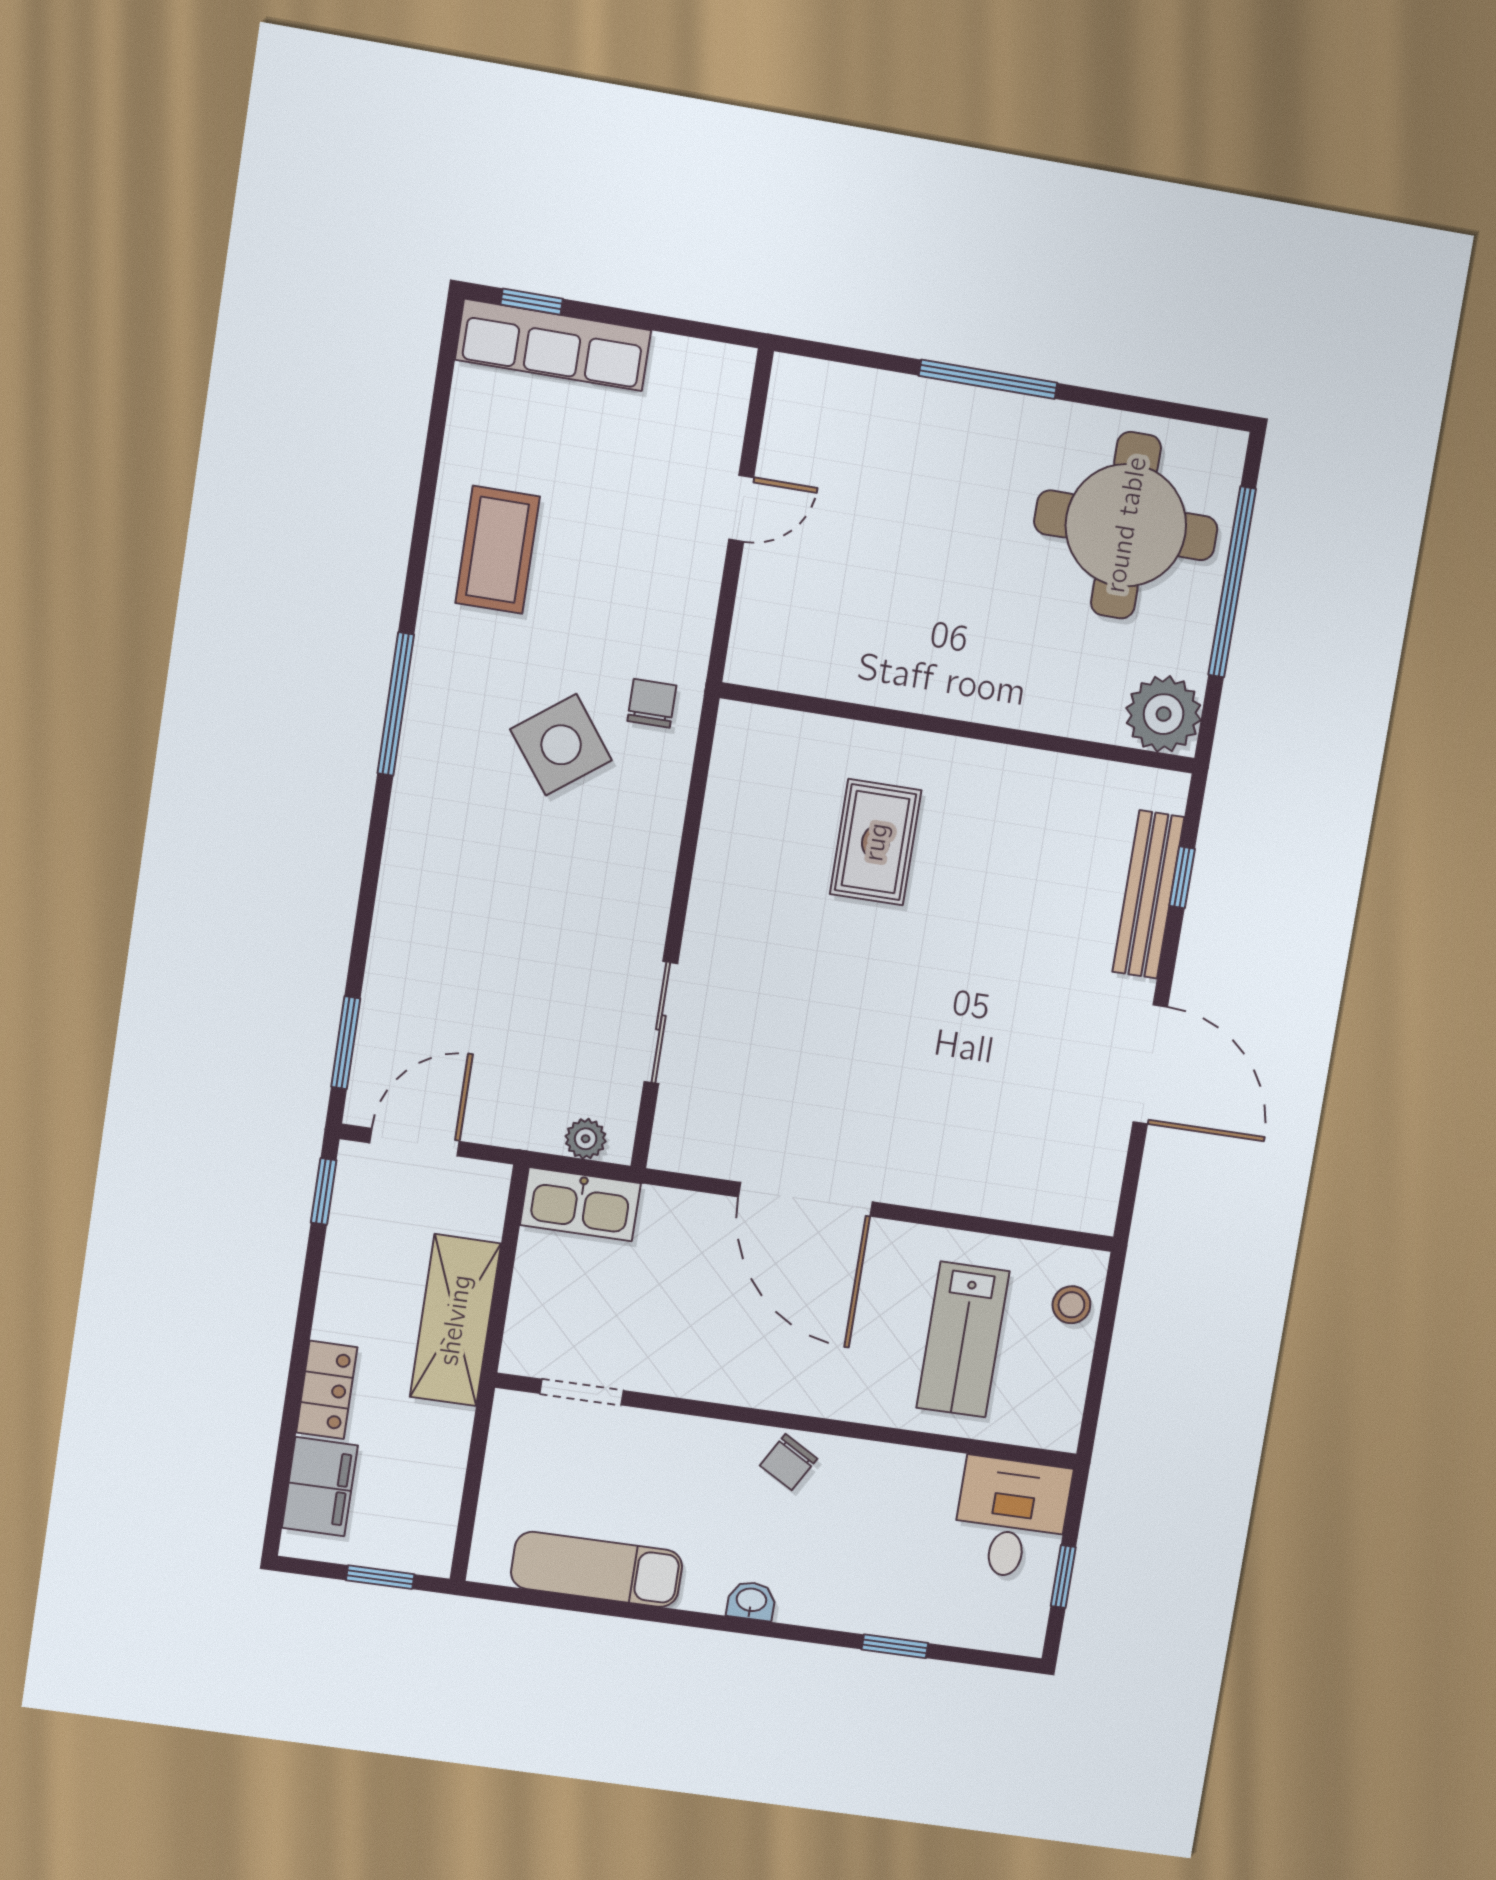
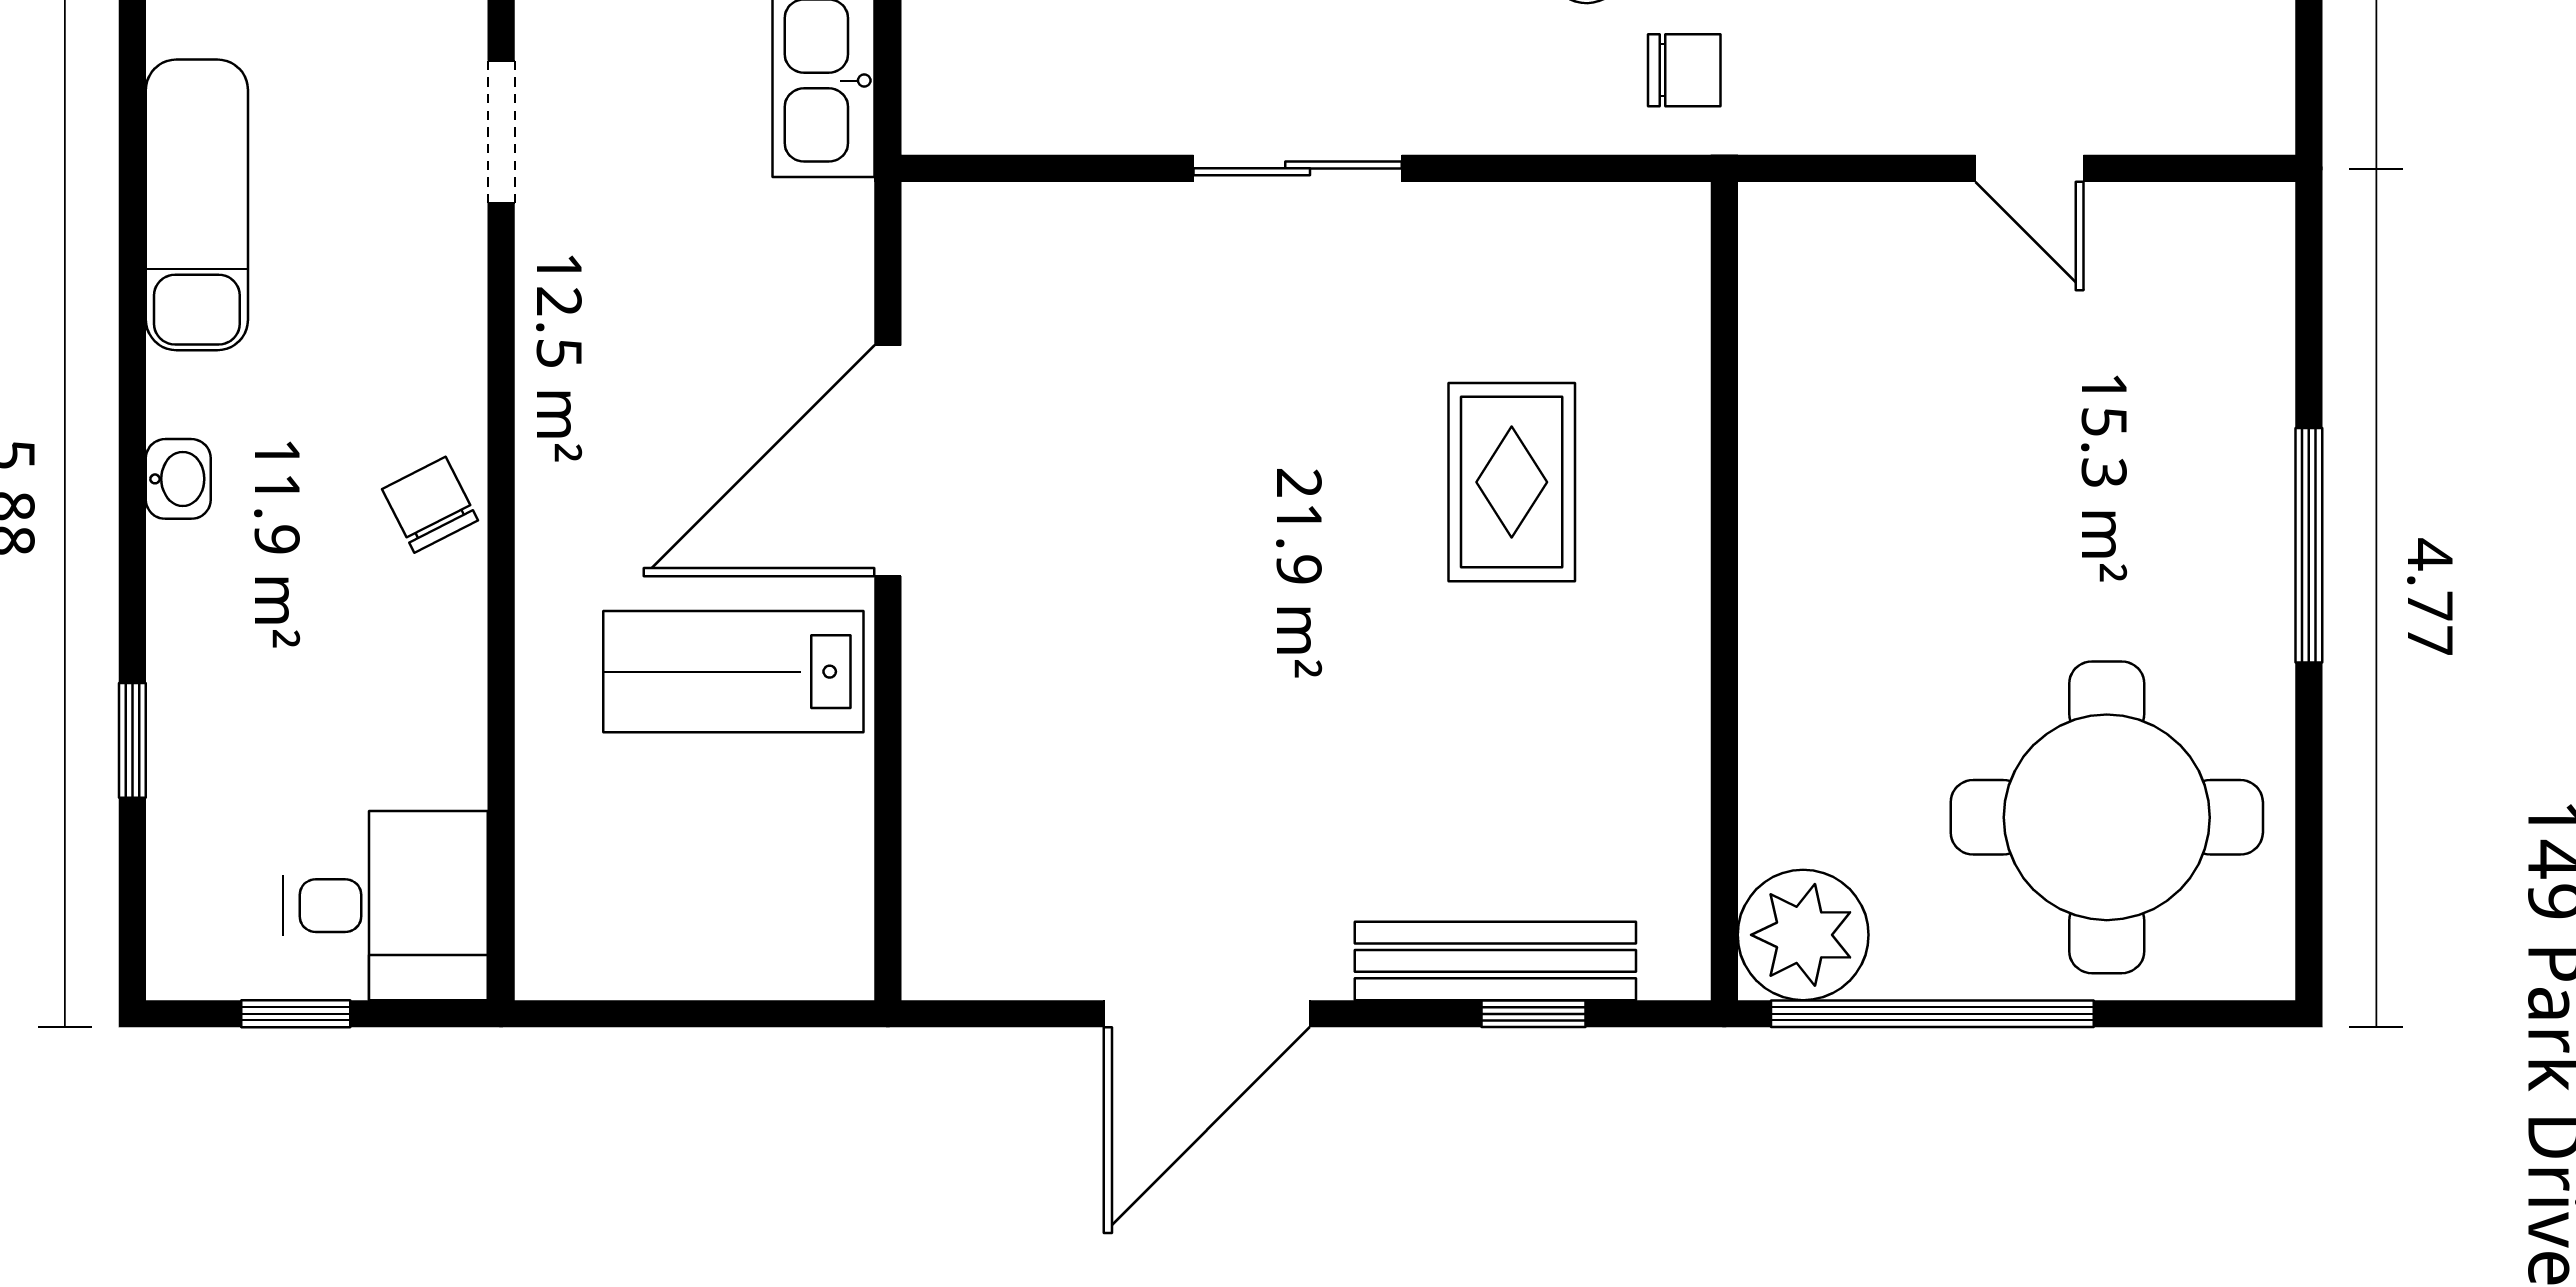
window: (1232, 582) -> (1932, 1014), moved
rug: (876, 842) -> (1512, 482), turned 90
sliding door: (661, 1023) -> (1298, 168), moved
plant: (586, 1139) -> (936, 72), removed
stool: (1071, 1305) -> (773, 948), removed
lab bench: (963, 1339) -> (733, 672), moved
chair: (789, 1462) -> (430, 505), turned 33

